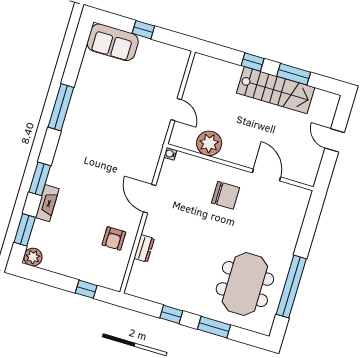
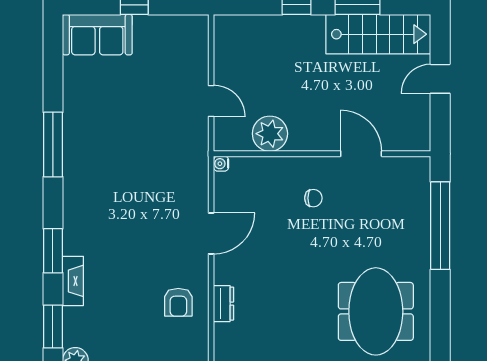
stairs: (276, 90) -> (378, 34), moved
door: (335, 140) -> (440, 79), hinge flipped
chair: (226, 195) -> (313, 198), width x0.54, depth x0.54
door: (150, 199) -> (211, 233), swing flipped
window: (291, 286) -> (440, 226), moved

